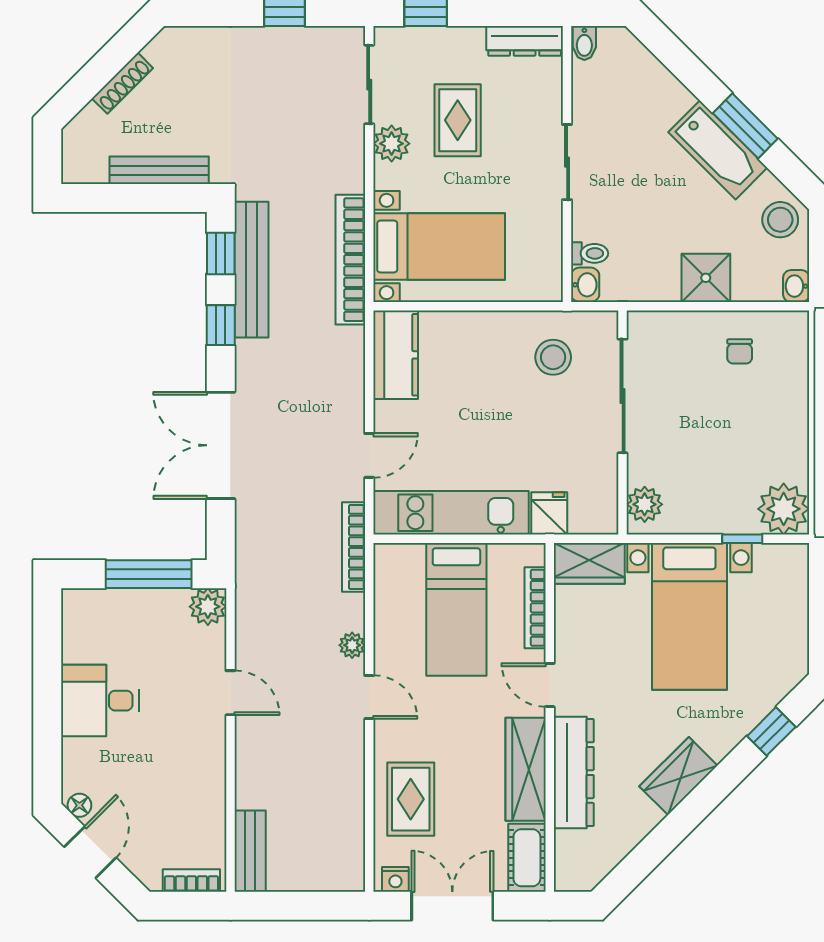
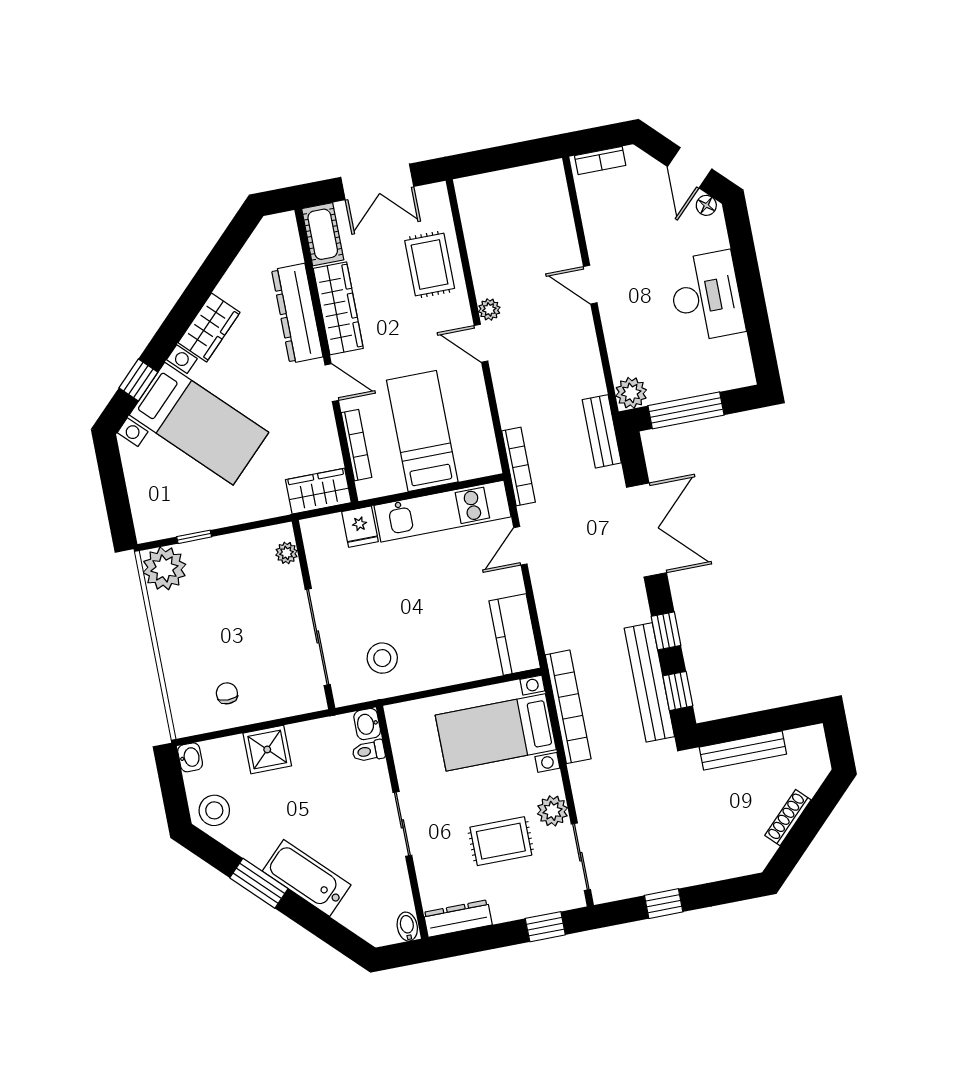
rug: (458, 120) -> (501, 841), turned 90
bathtub: (718, 150) -> (307, 878), moved
plant: (645, 504) -> (287, 553), width x0.73, depth x0.73
bed with nightstands: (689, 616) -> (199, 424), moved, turned 135
plant: (352, 645) -> (489, 310), moved
door: (230, 693) -> (590, 285), moved
desk: (100, 701) -> (706, 296), width x1.37
bench: (250, 851) -> (602, 431), moved
nightstand: (395, 879) -> (429, 195), removed

